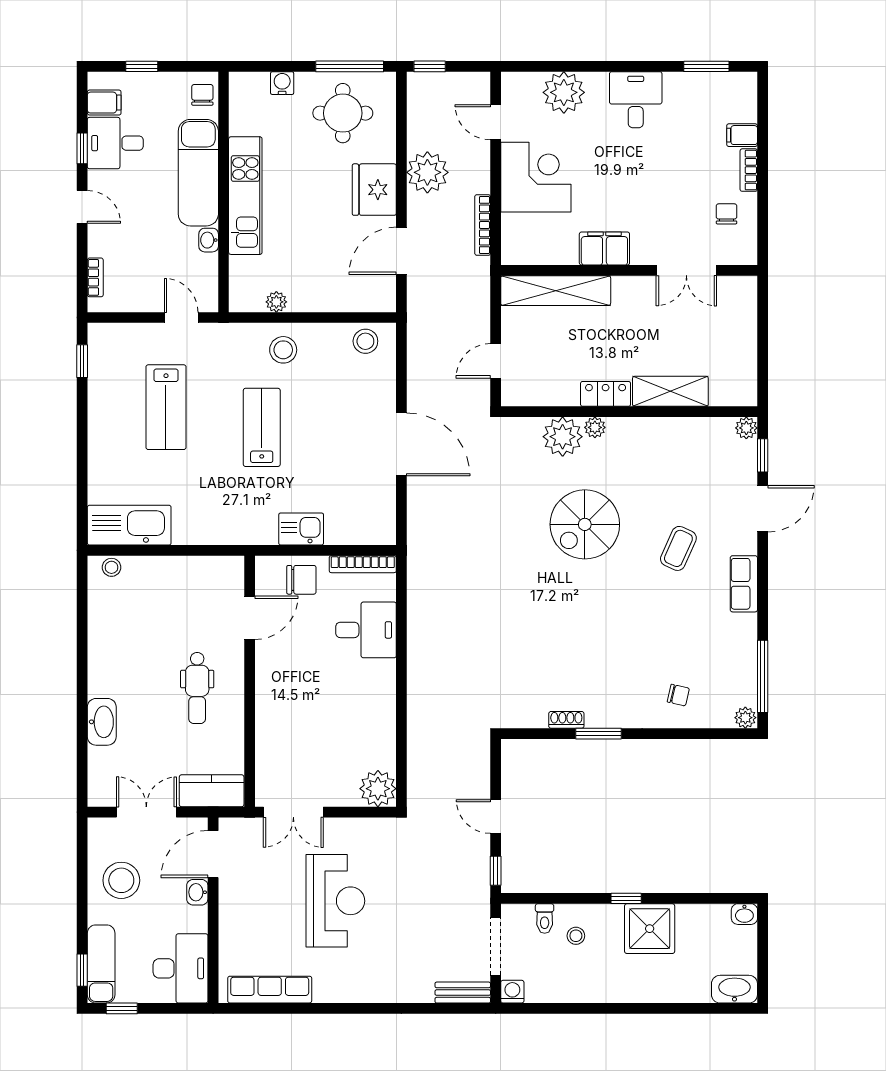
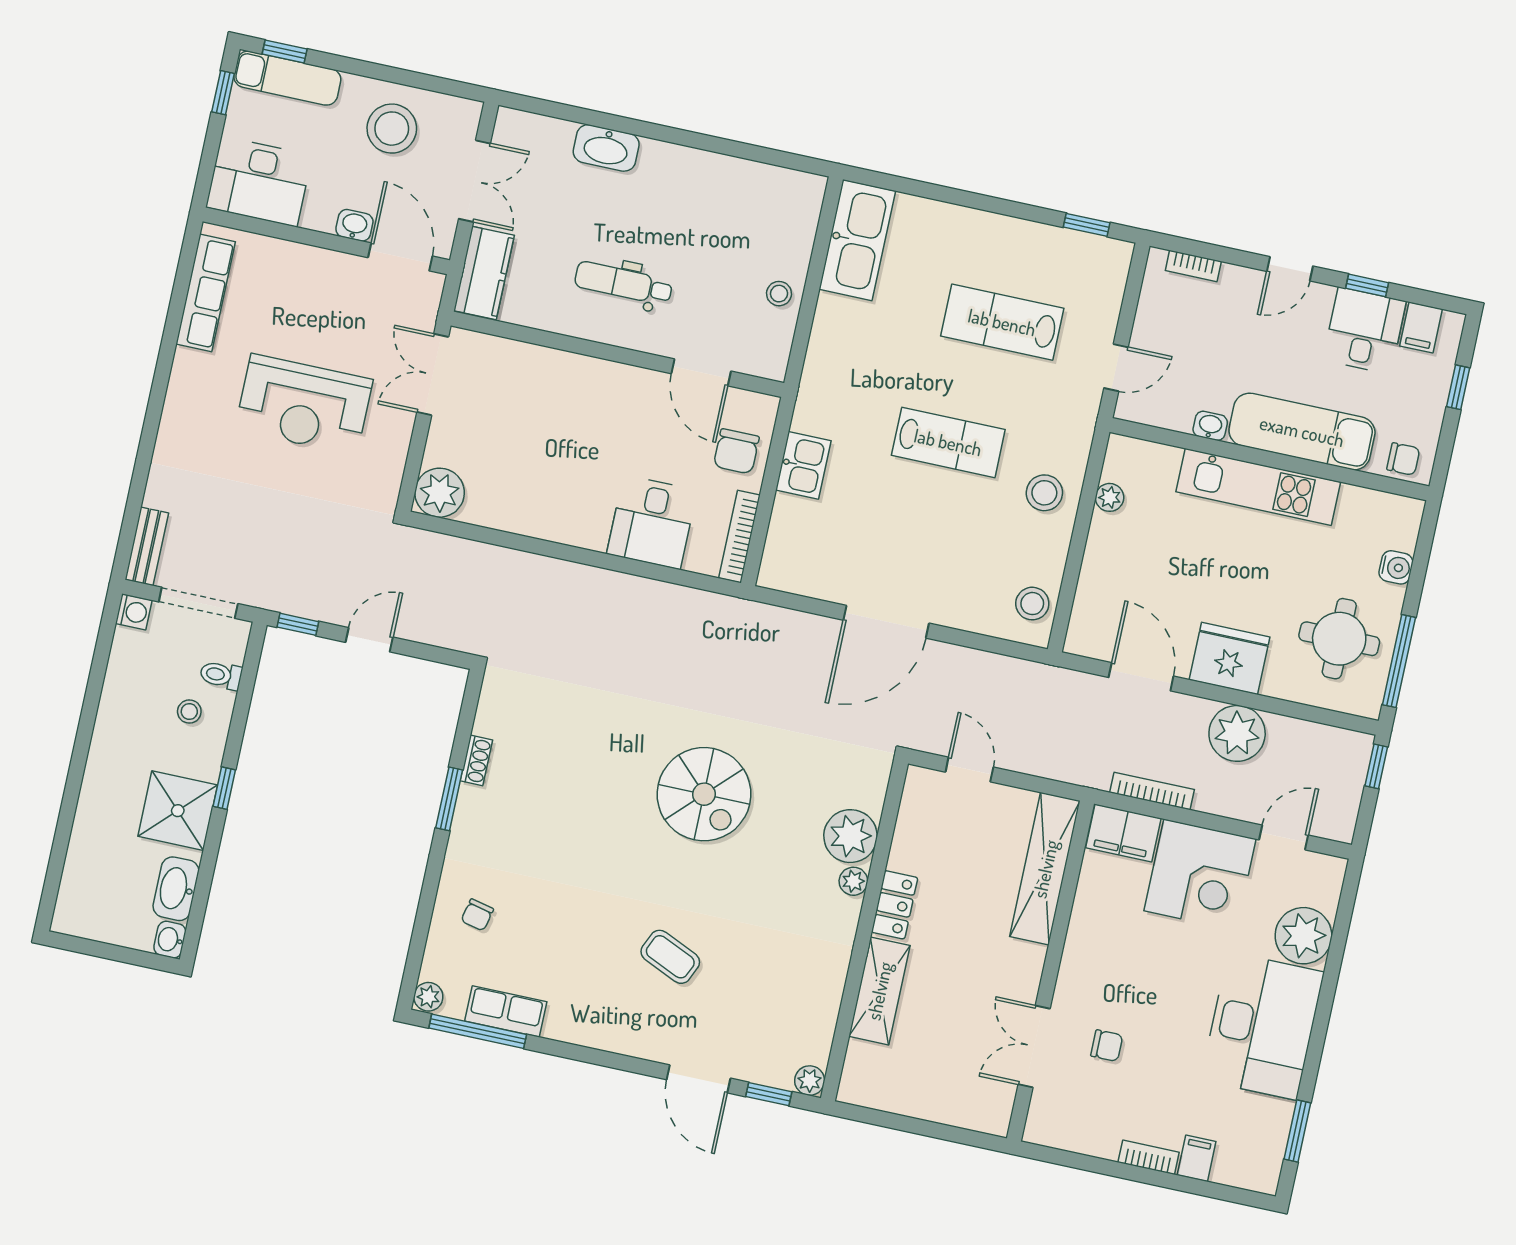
desk: (636, 100) -> (1262, 1026), width x1.87, depth x1.30
chair: (727, 214) -> (1107, 1046), moved
filing cabinet: (604, 248) -> (1123, 833), moved, turned 90
spiral stairs: (585, 524) -> (704, 794), moved, turned 180
stool: (111, 567) -> (779, 294), moved
row of seats: (744, 584) -> (506, 1011), moved
washbasin: (734, 989) -> (176, 889), moved, turned 180

